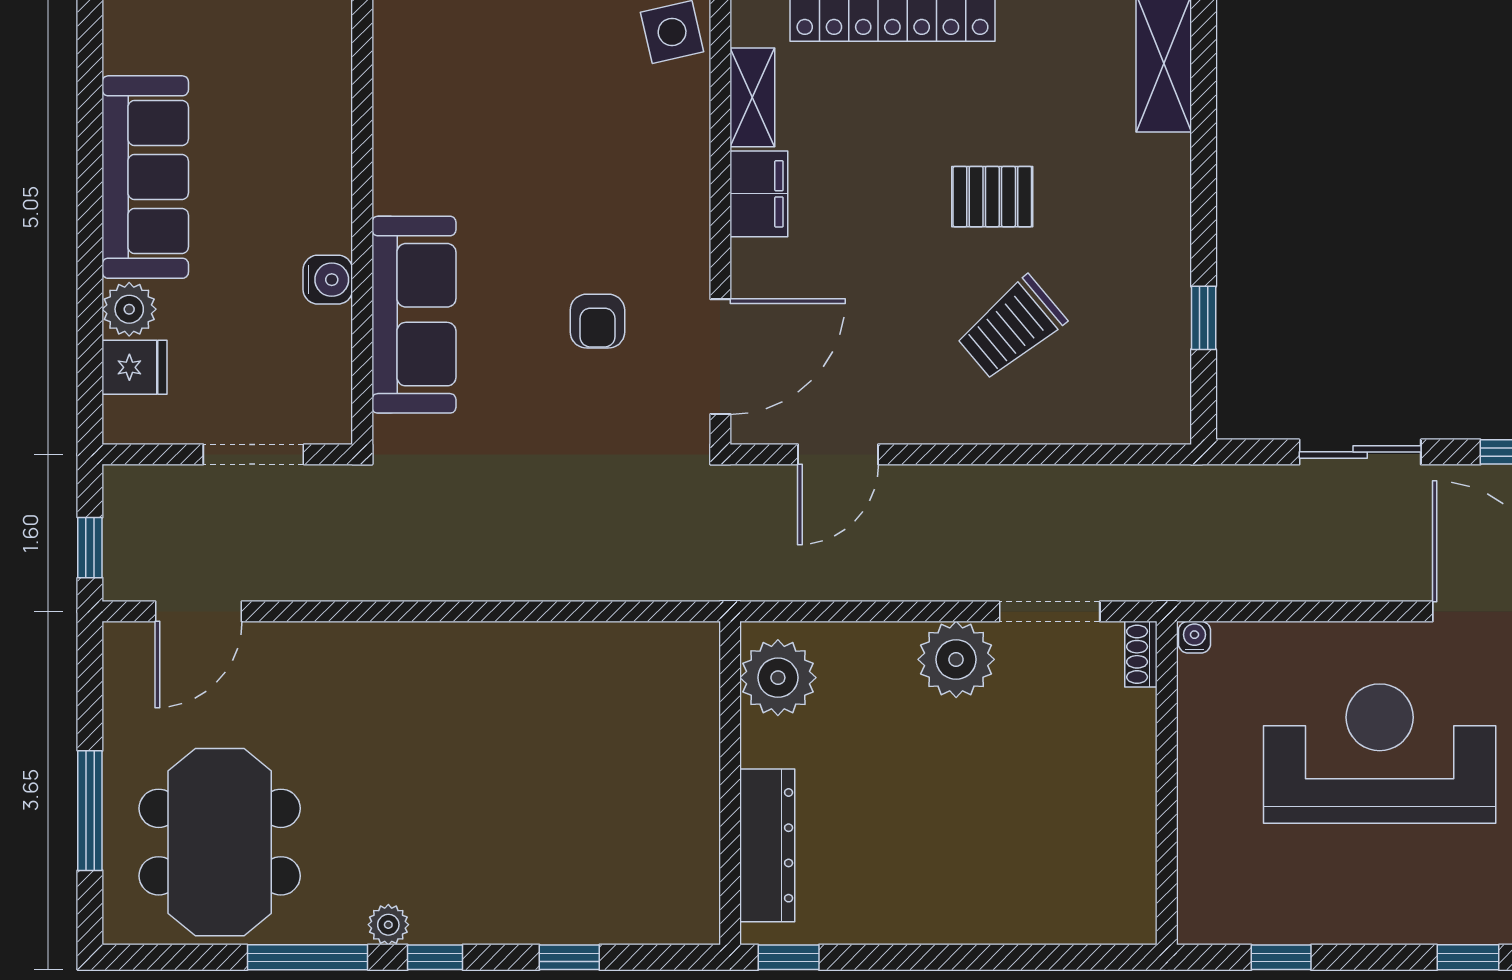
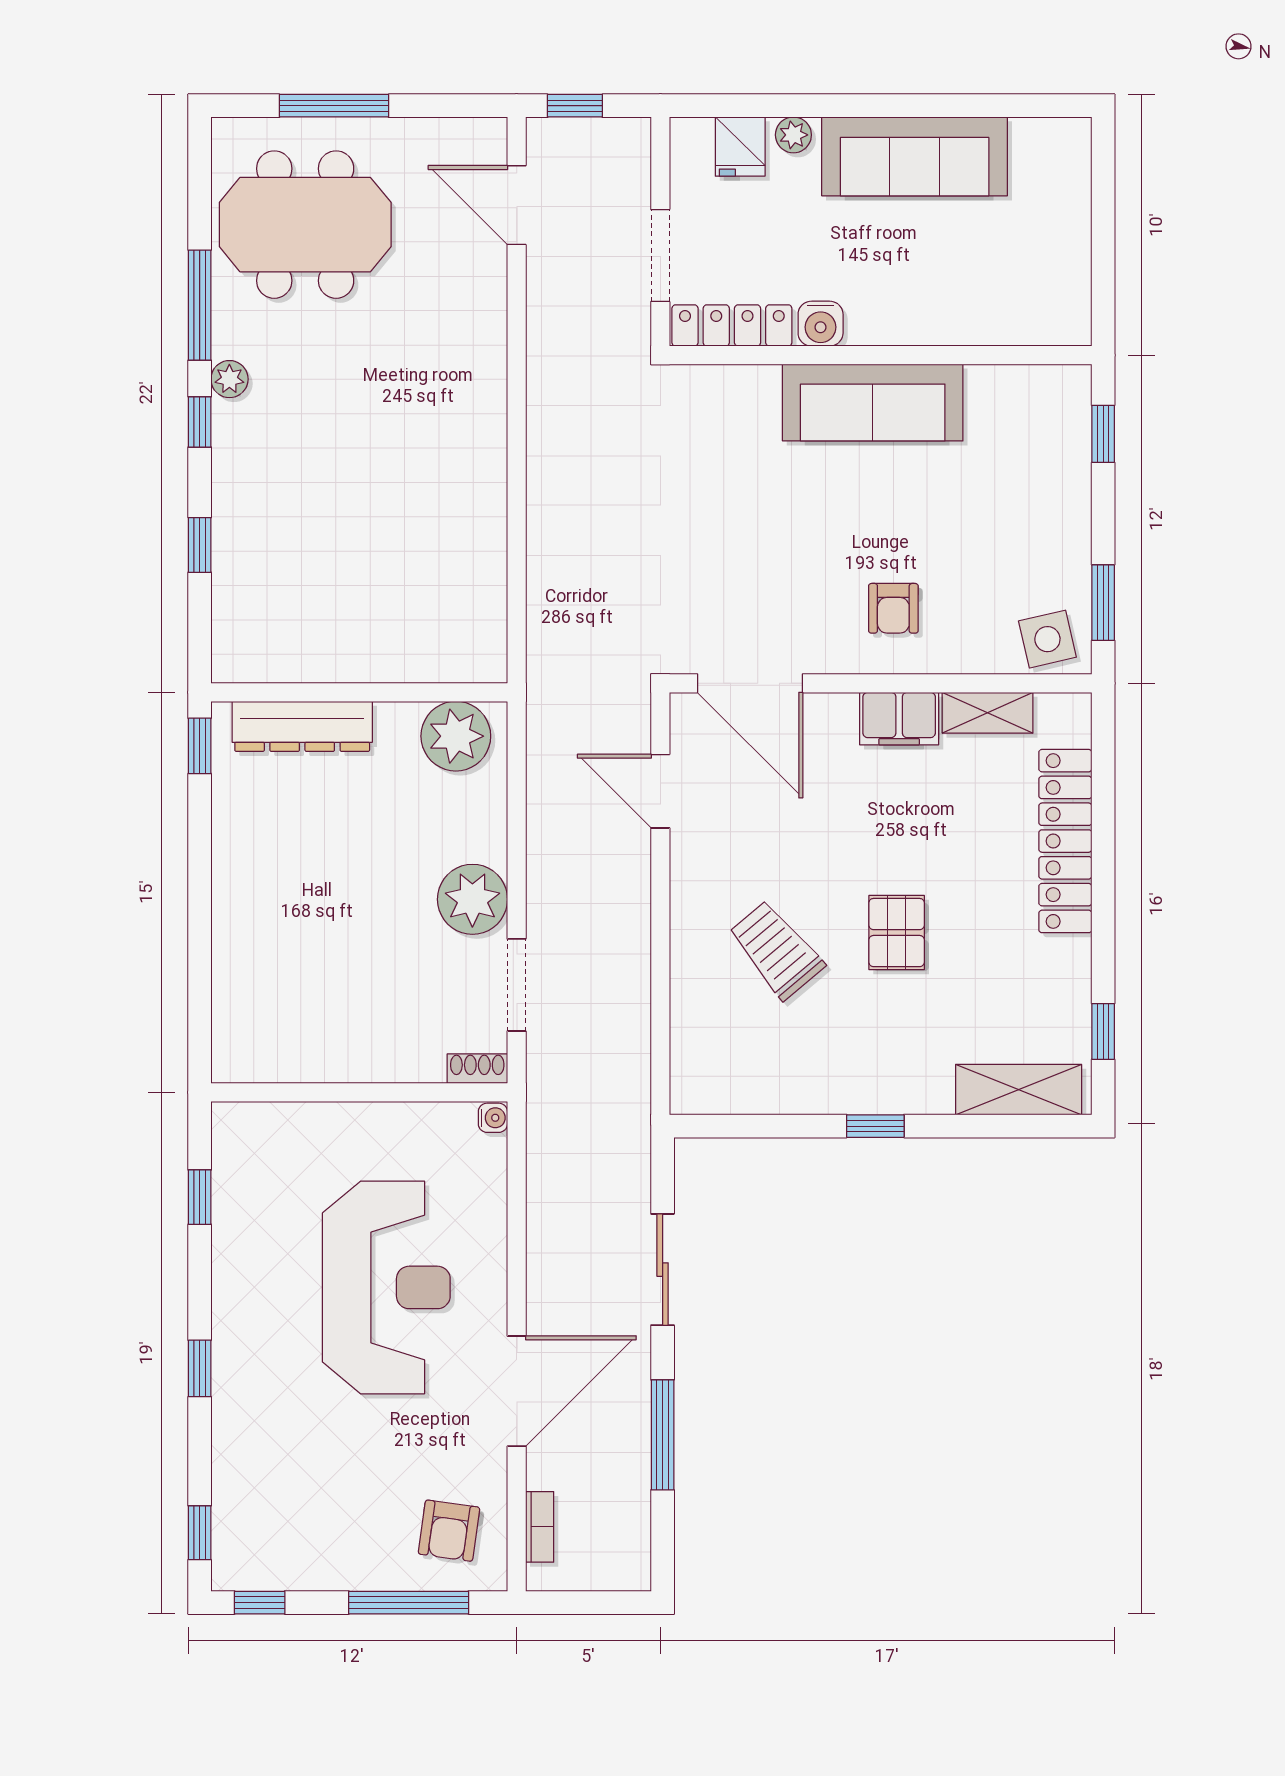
plant: (129, 309) -> (793, 135), width x0.73, depth x0.73
sofa: (414, 315) -> (873, 403), moved
window: (1204, 318) -> (875, 1126), moved
armchair: (597, 321) -> (893, 608), moved, turned -90
locker: (330, 376) -> (732, 325), added

